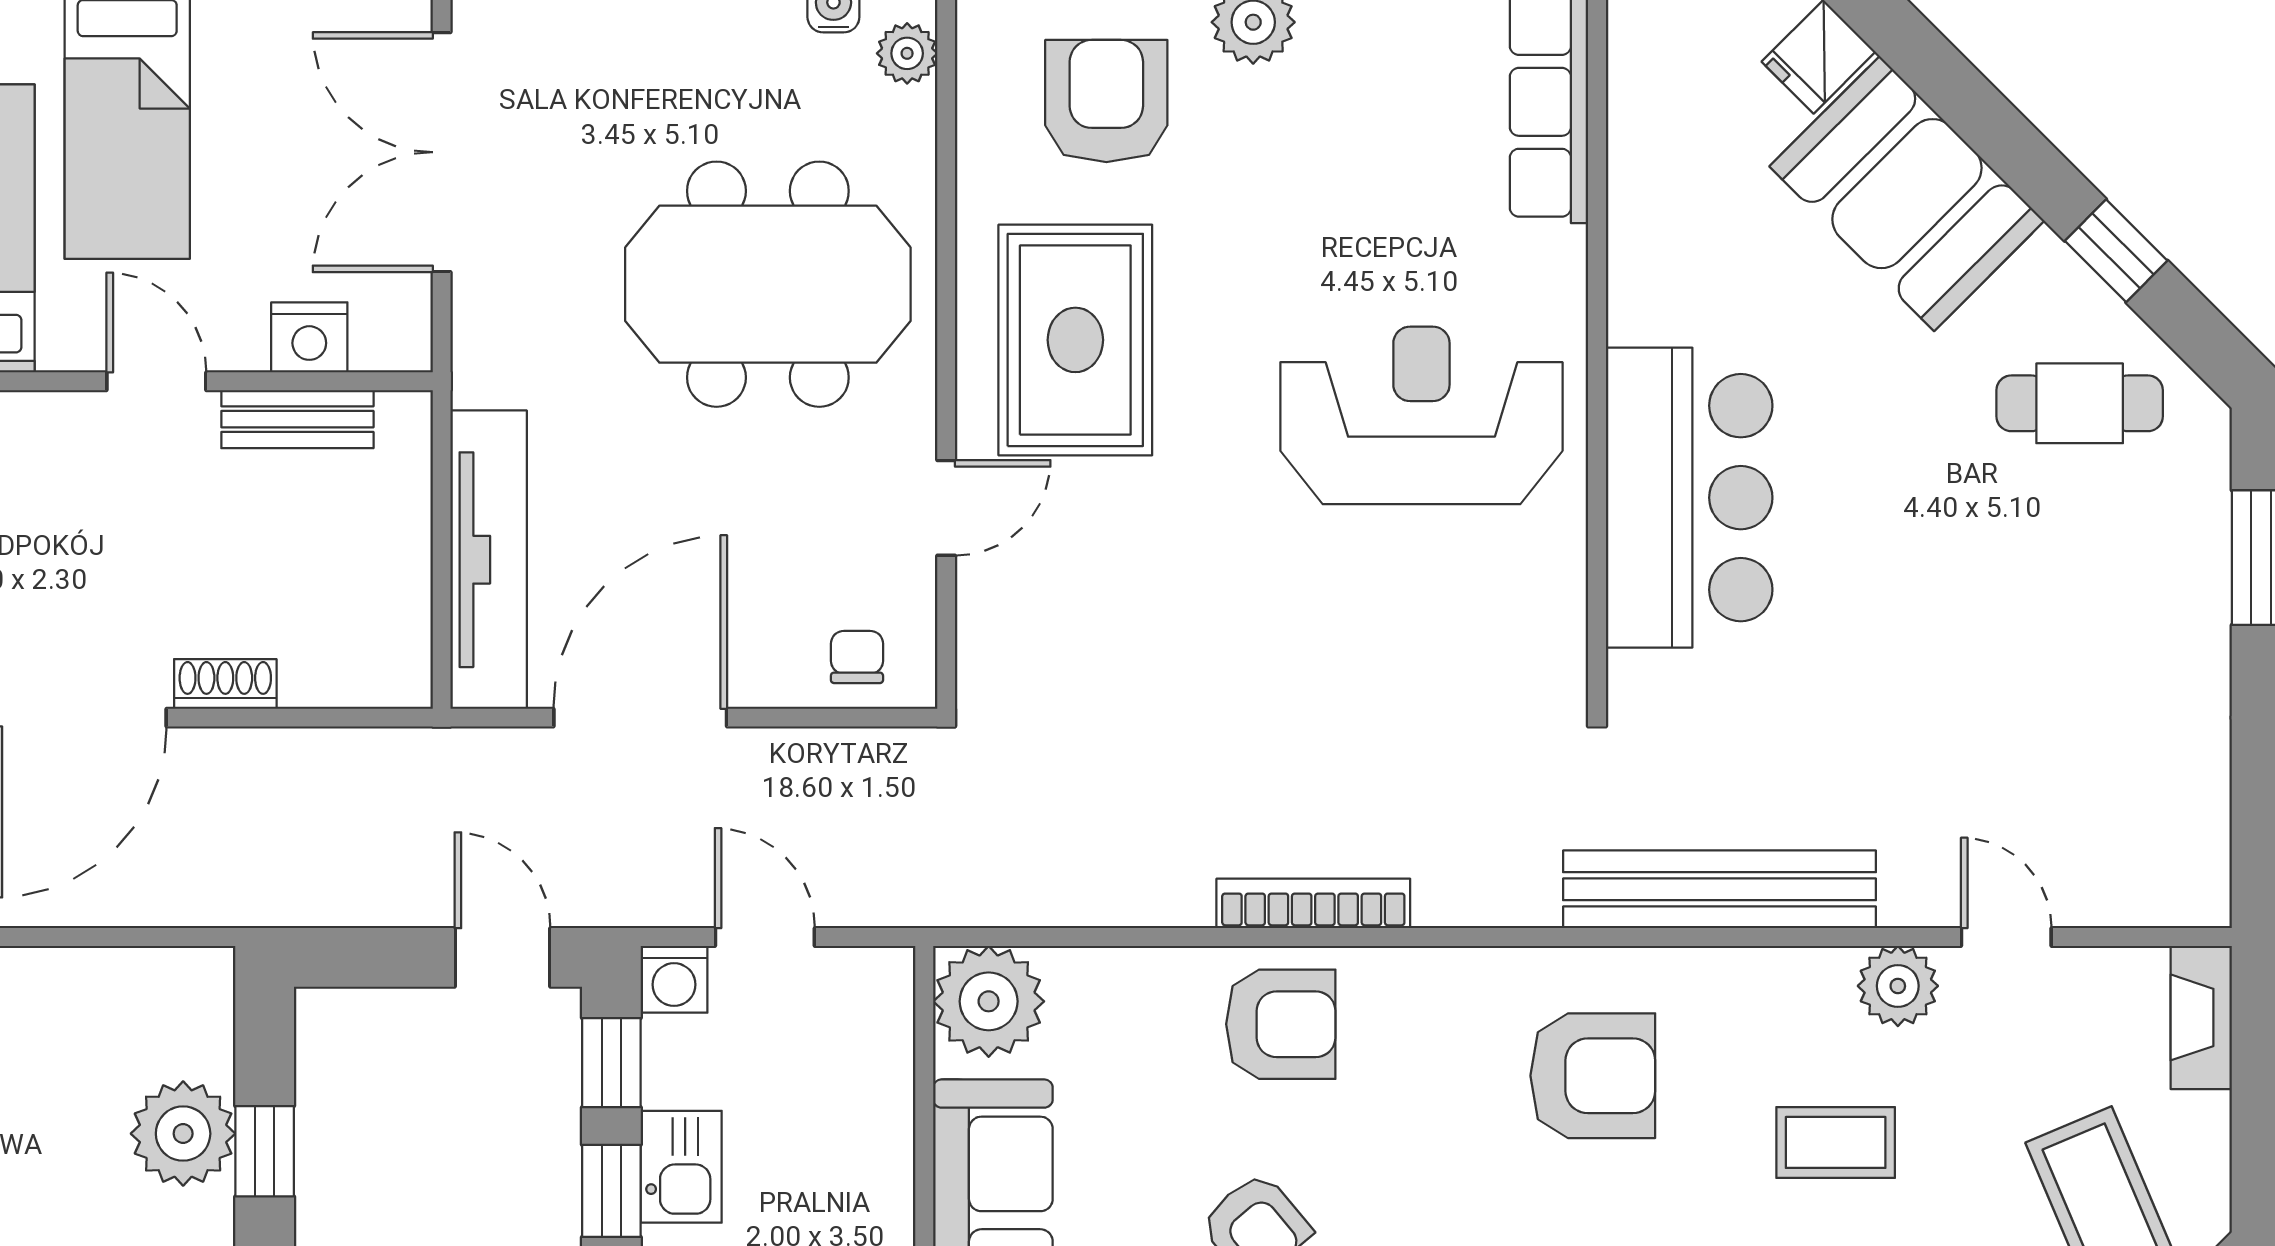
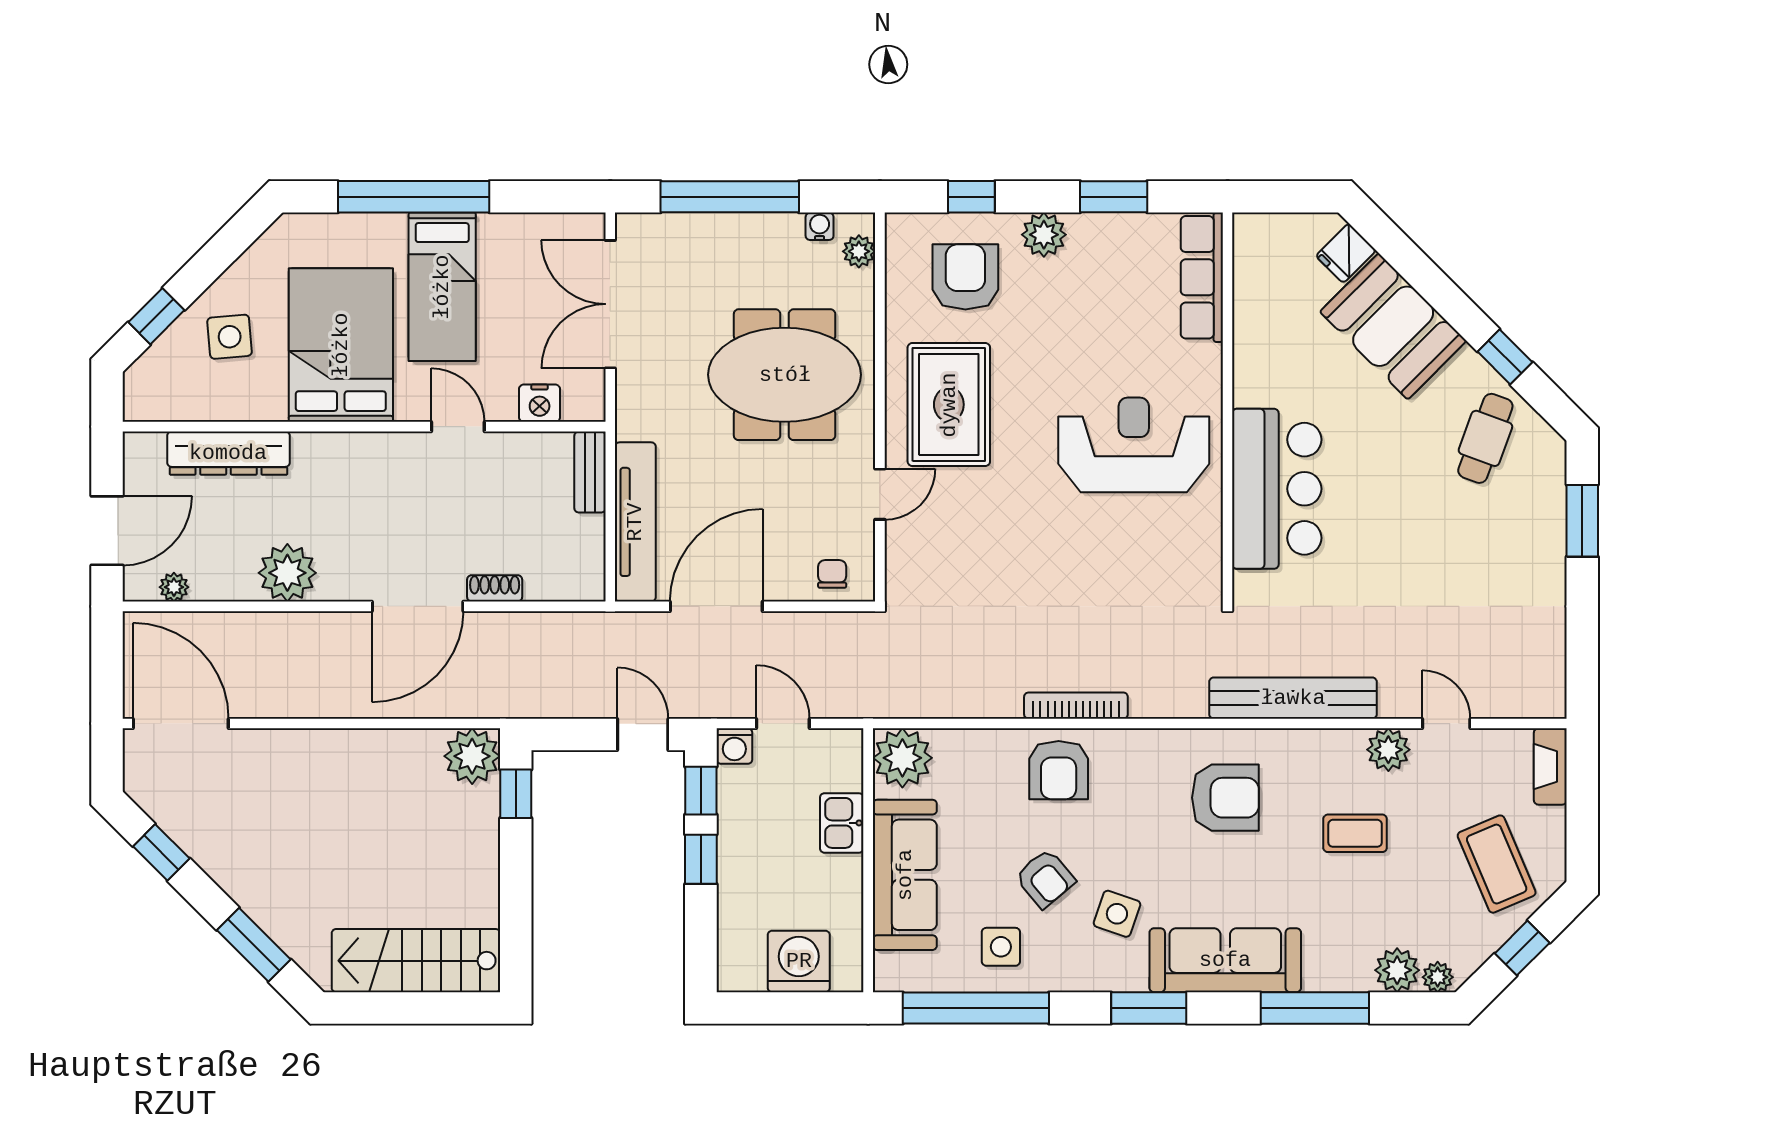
cafe table: (2080, 403) -> (1485, 438), turned -70
bench: (297, 419) -> (590, 472), moved, turned 90
armchair: (1281, 1024) -> (1059, 770), turned 90
plant: (183, 1134) -> (472, 756), moved
window: (265, 1151) -> (516, 794), moved
kitchen sink: (681, 1167) -> (842, 823), moved, turned 180

